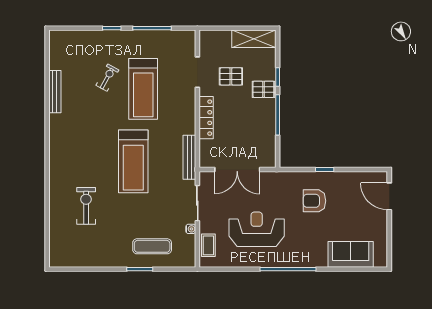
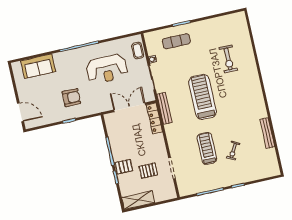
treadmill: (143, 89) -> (207, 148), width x0.73, depth x0.73
locker: (206, 118) -> (154, 118), moved

